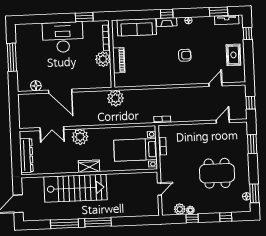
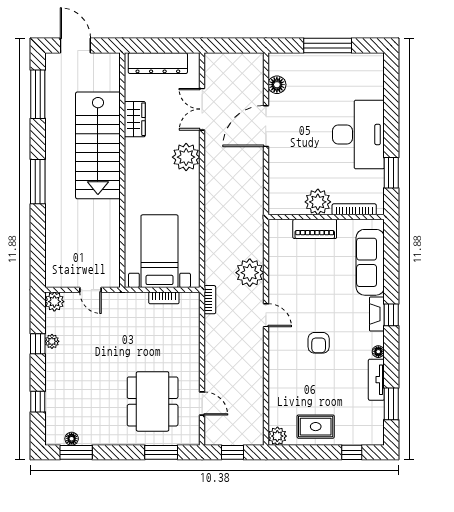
tv unit: (227, 20) -> (376, 380), moved
plant: (240, 77) -> (277, 436), added
door: (215, 85) -> (266, 315), moved
plant: (116, 98) -> (250, 273), moved
wardrobe: (89, 166) -> (135, 119), moved
dining table: (217, 173) -> (153, 401), moved
plant: (180, 209) -> (54, 302), moved
window: (65, 224) -> (38, 94), moved

